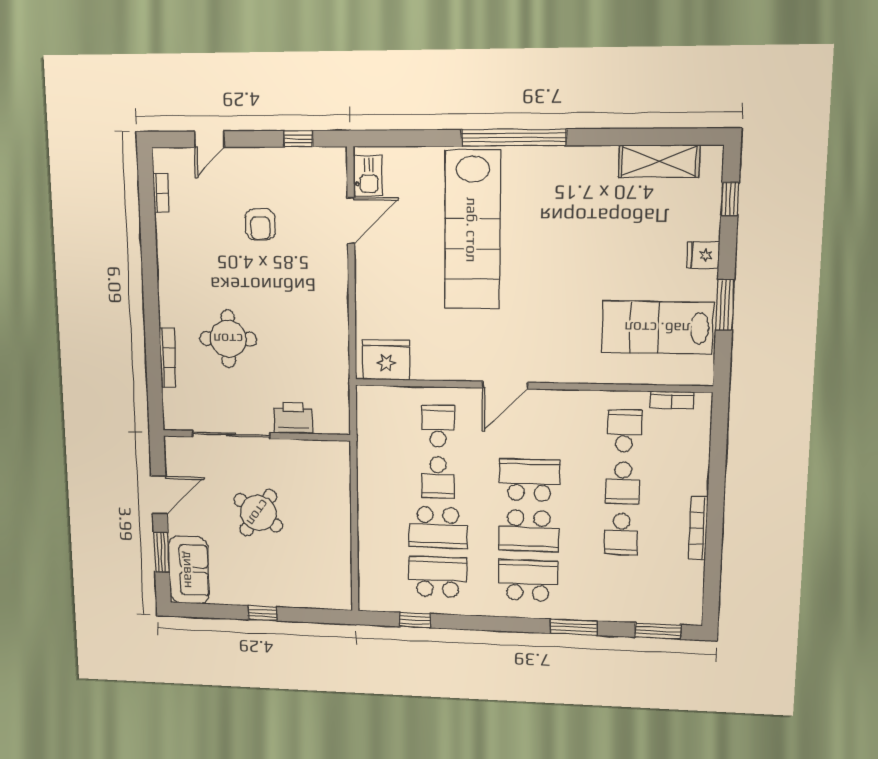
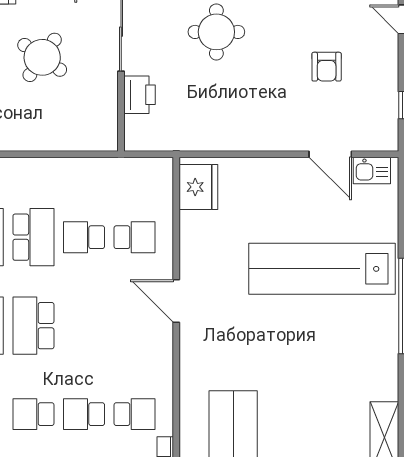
armchair: (260, 224) -> (327, 67), turned -90
school desk: (529, 480) -> (84, 326), removed
school desk: (438, 528) -> (33, 237), turned 180

